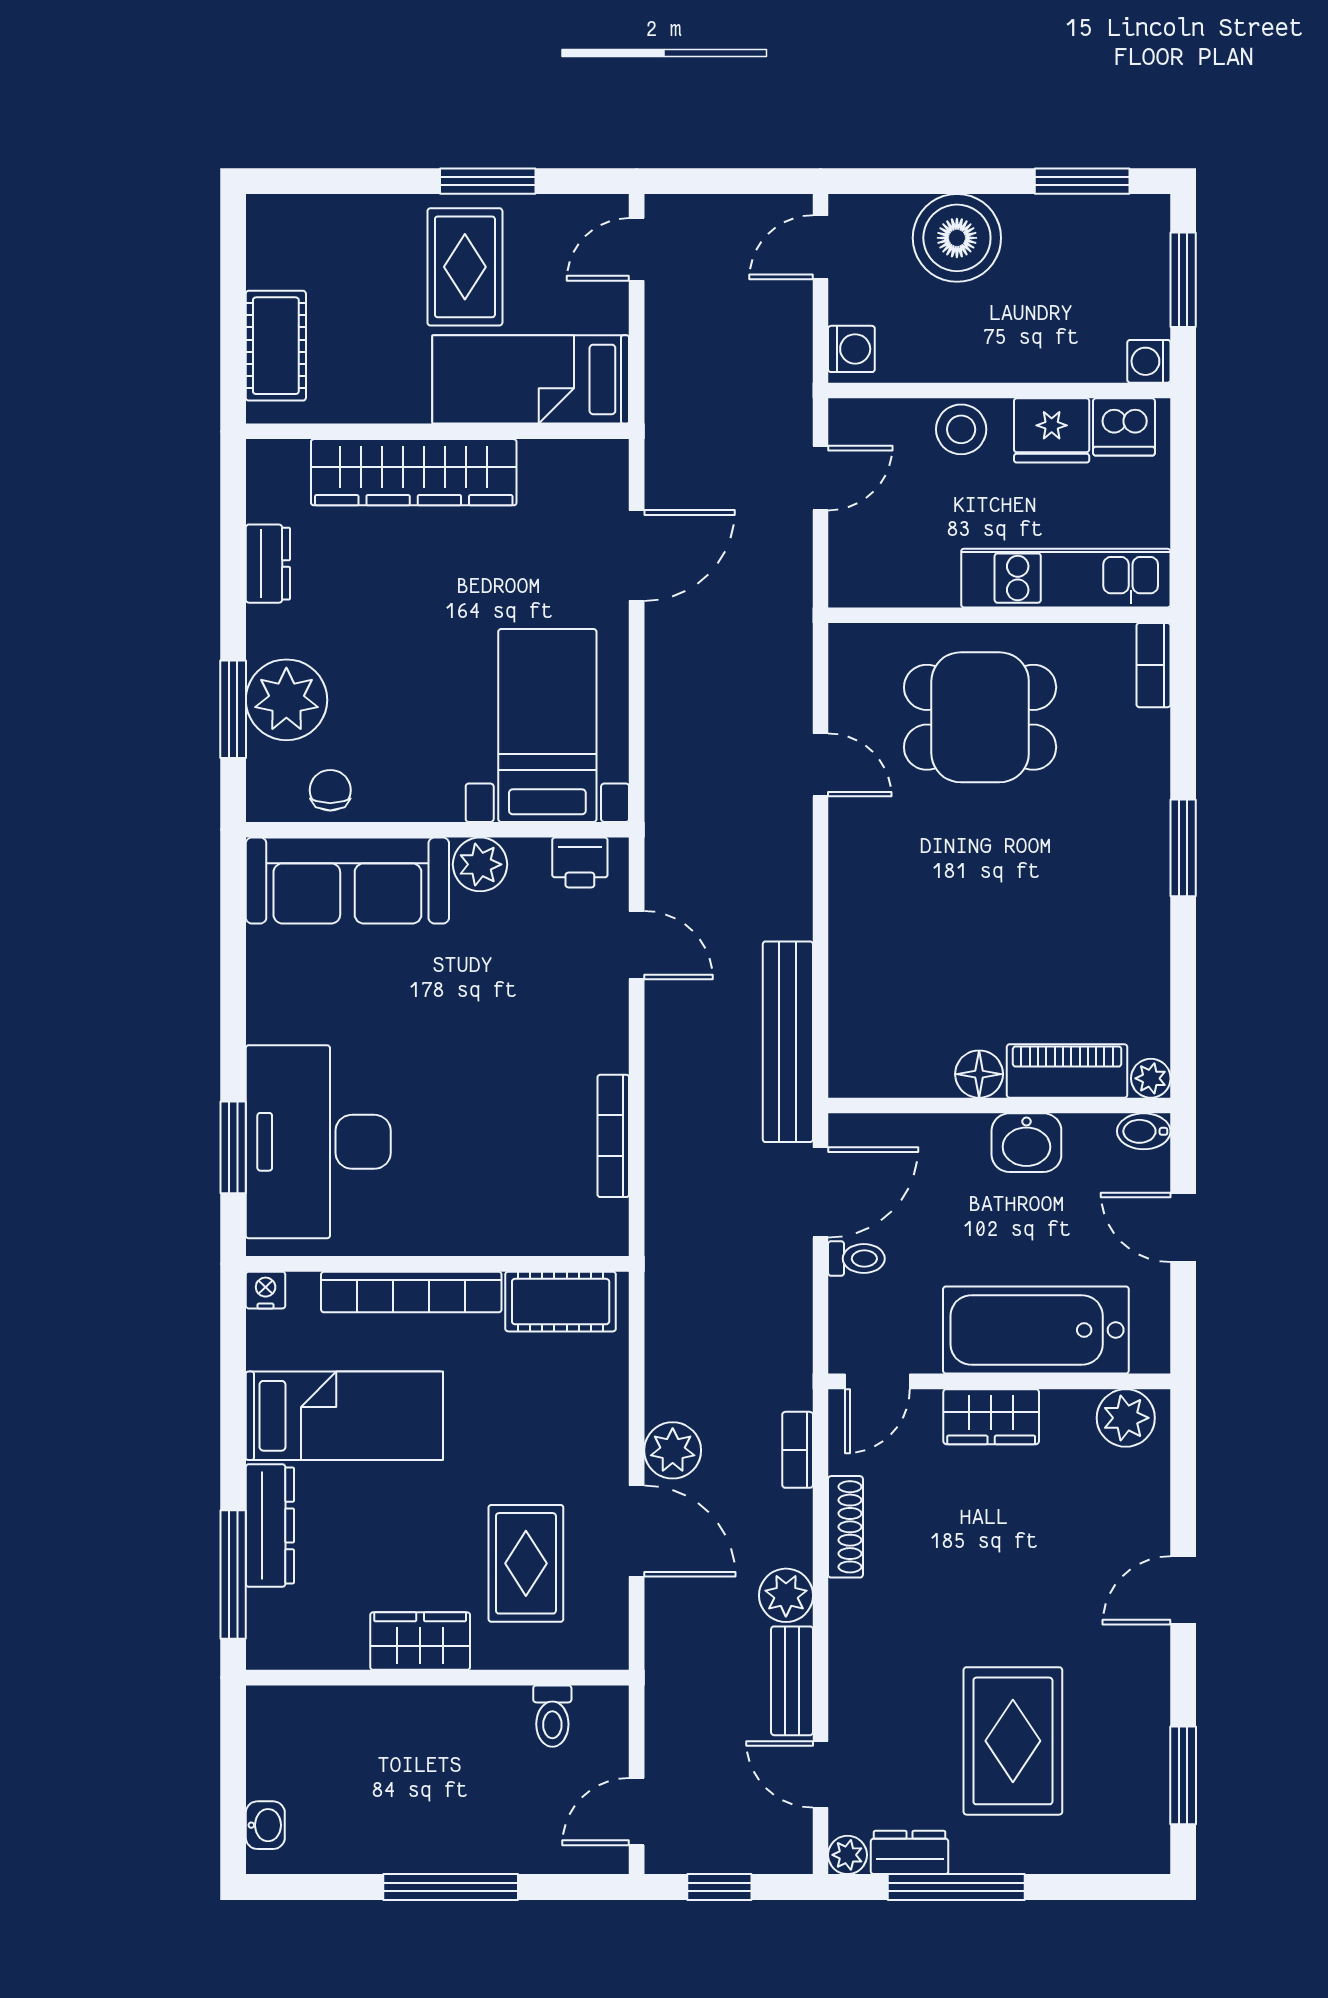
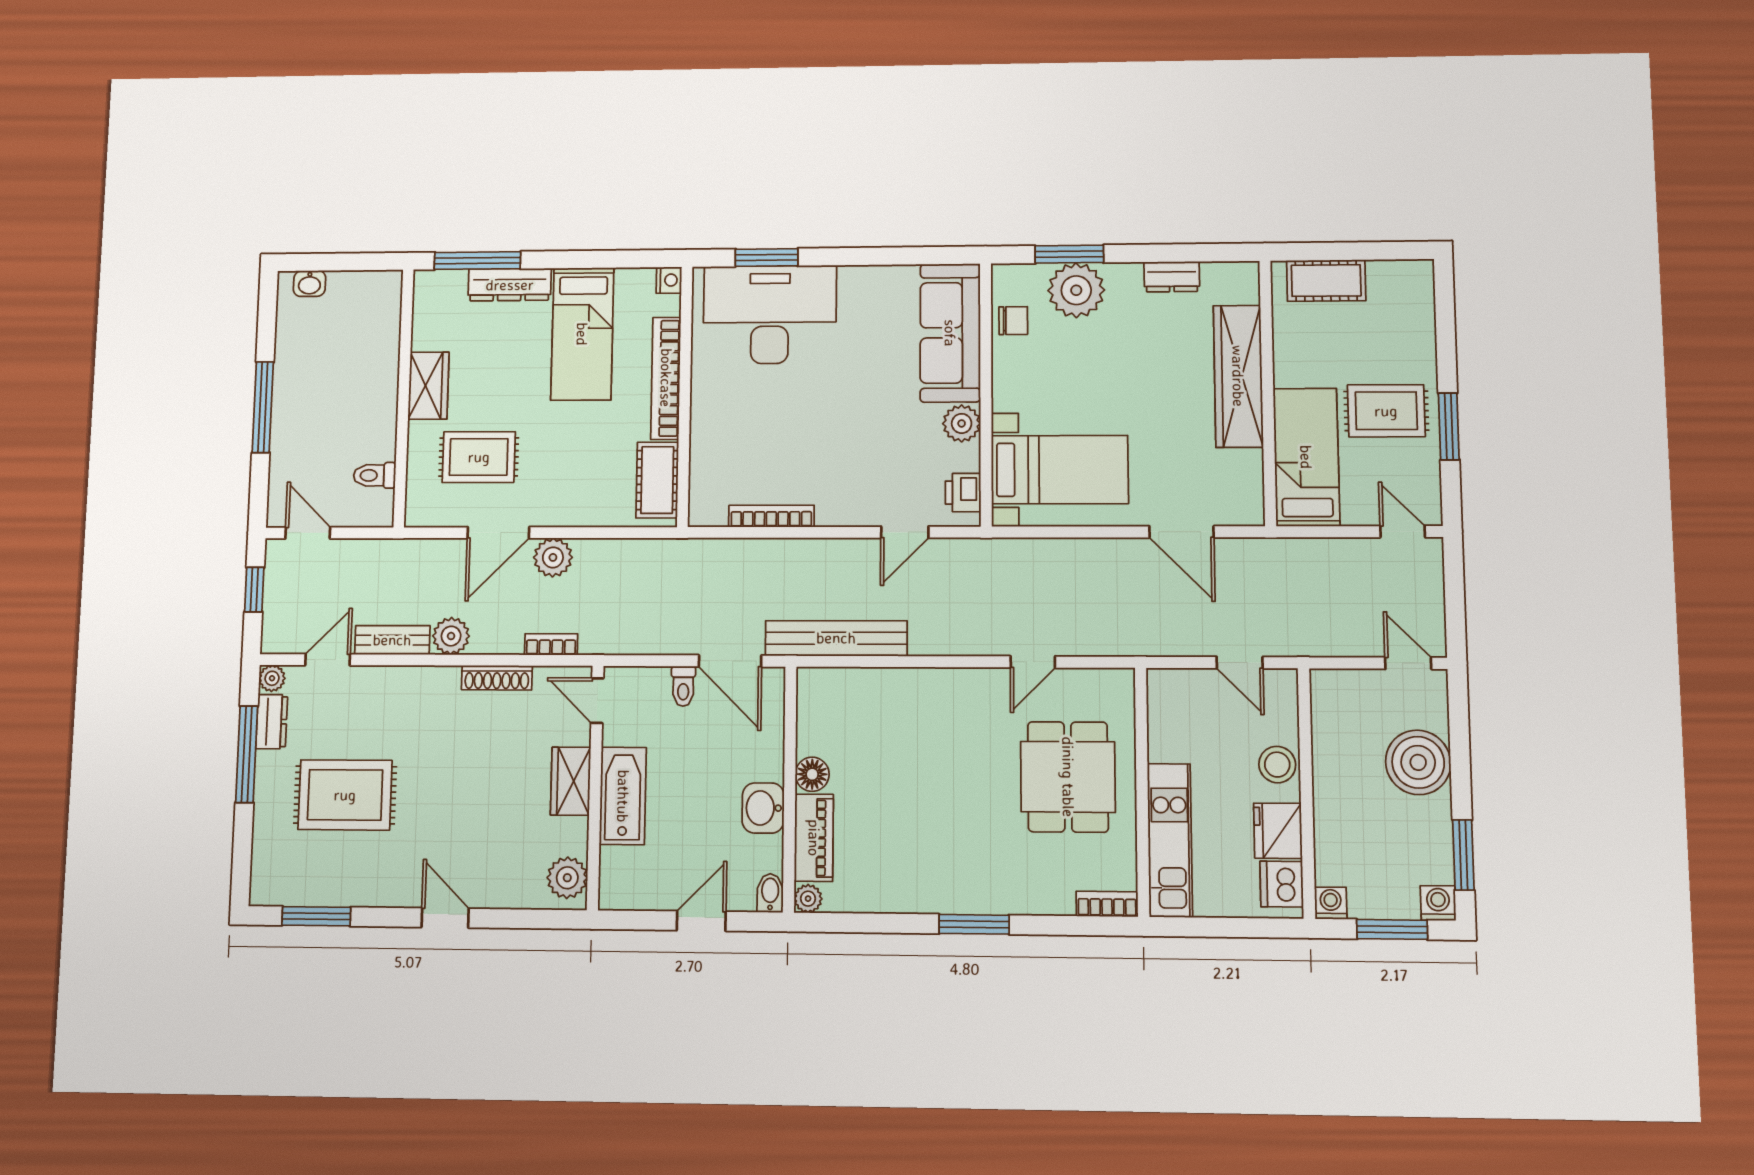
washing machine: (851, 349) -> (1438, 903), moved, turned 180
bathtub: (1036, 1330) -> (623, 796), width x0.73, depth x0.73

